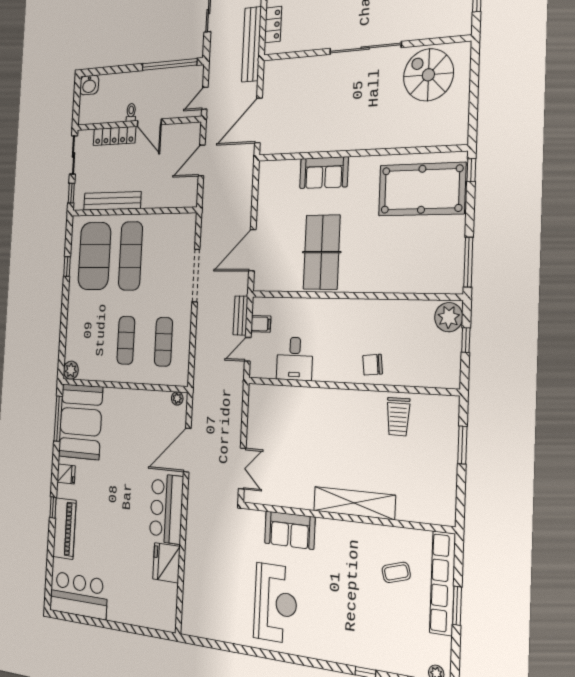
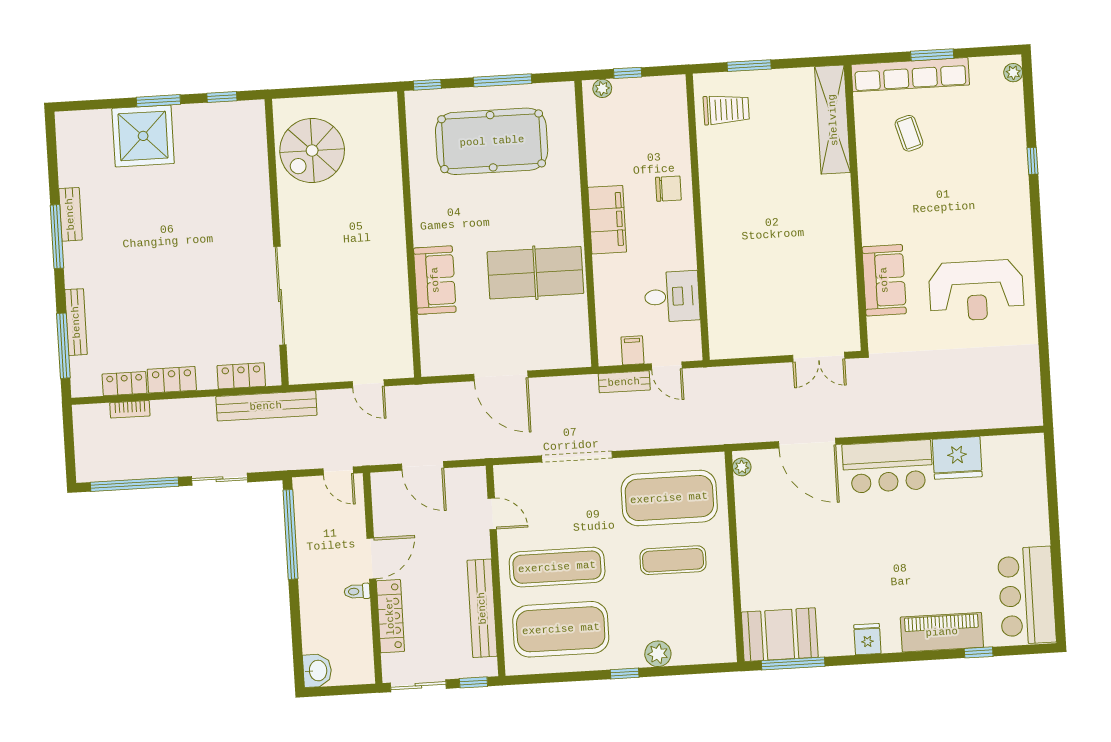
sliding door: (365, 48) -> (280, 296), moved
door: (258, 120) -> (368, 384), width x0.53
pool table: (422, 189) -> (492, 141), moved, turned 90
door: (167, 211) -> (492, 514), added
door: (252, 250) -> (501, 376), moved
window: (468, 262) -> (503, 80), moved
window: (67, 267) -> (625, 673), moved
filing cabinet: (354, 313) -> (607, 220), added
plant: (449, 317) -> (602, 88), width x0.53, depth x0.53
exercise mat: (163, 342) -> (669, 498), width x2.00, depth x1.45
chair: (373, 365) -> (668, 189), turned -84
plant: (71, 370) -> (658, 654), moved
trolley: (398, 417) -> (726, 110), moved
booth: (81, 422) -> (780, 635), width x0.73, depth x0.70
double door: (242, 468) -> (819, 357), swing flipped
shelving: (354, 503) -> (833, 120), moved
window: (53, 508) -> (979, 652), moved
reception desk: (275, 603) -> (976, 290), turned 180

